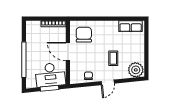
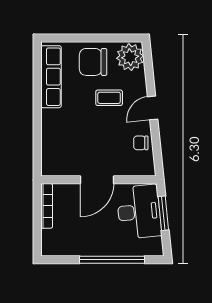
row of seats: (131, 26) -> (51, 77), width x1.48
chair: (84, 35) -> (93, 62), moved
door: (108, 82) -> (153, 108), swing flipped

